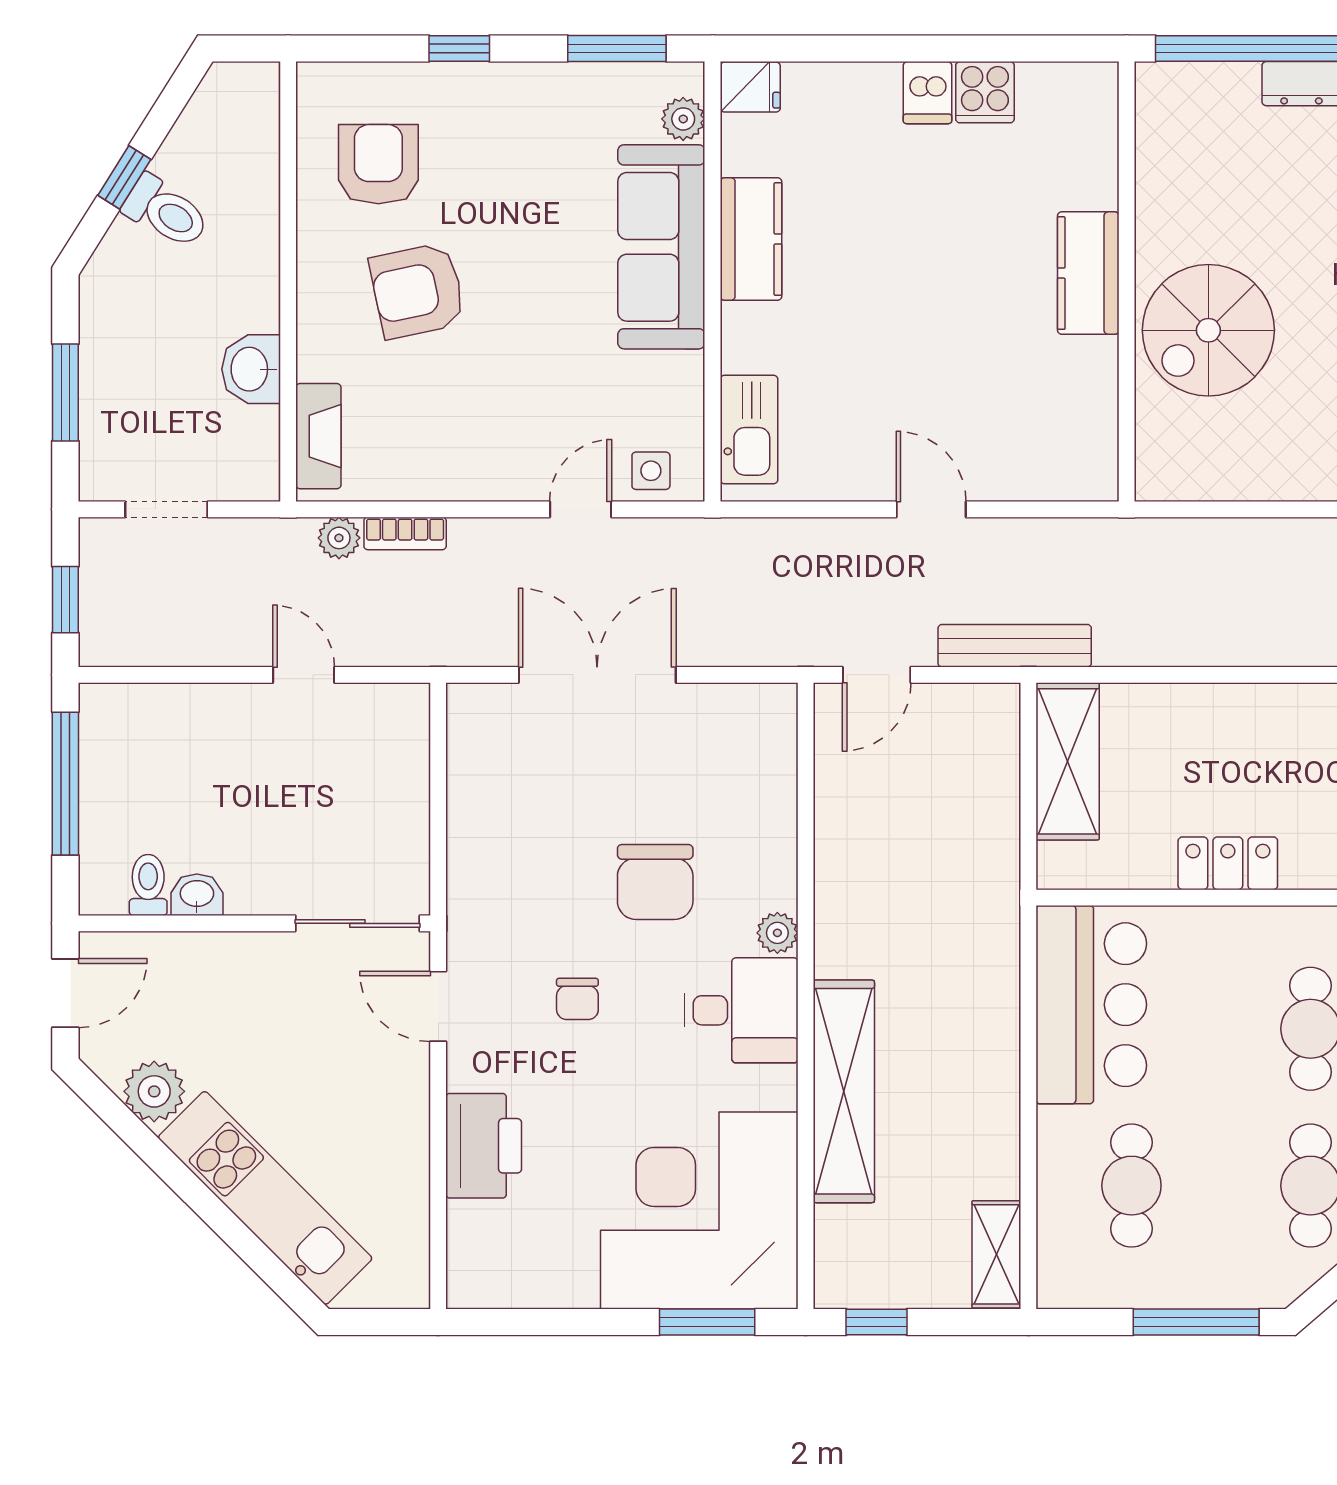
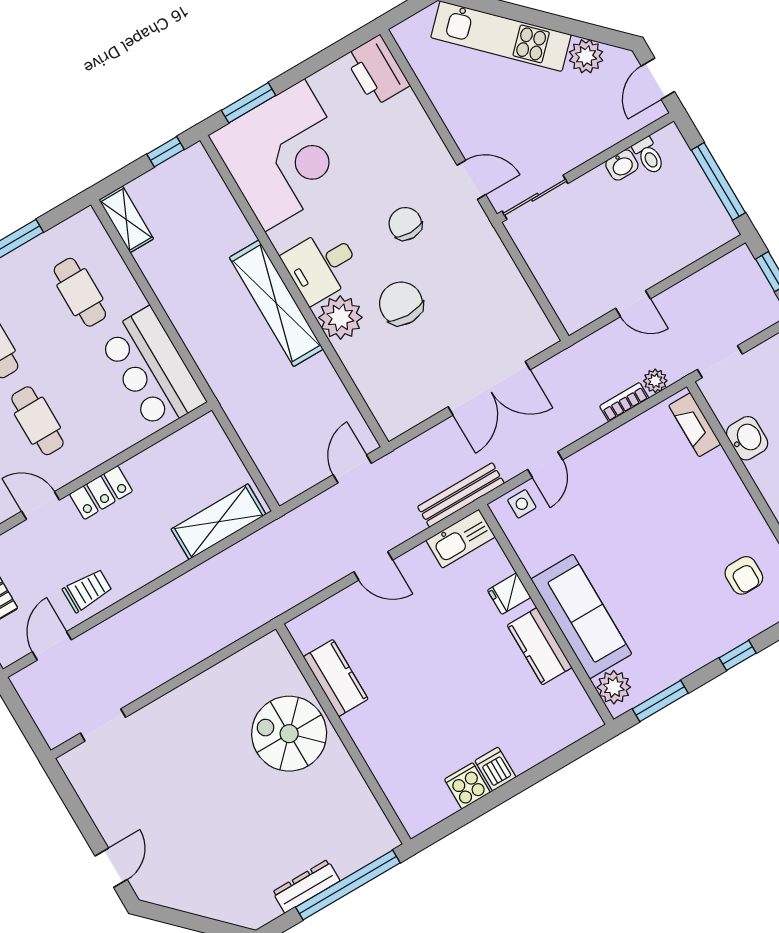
fridge: (750, 87) -> (509, 594), moved
plant: (683, 119) -> (614, 687), width x1.38, depth x1.38
armchair: (378, 164) -> (744, 575), width x0.72, depth x0.72
kitchen counter: (1088, 273) -> (336, 678), moved
armchair: (418, 291) -> (688, 525), removed
spiral stairs: (1208, 330) -> (289, 734), turned -90
kitchen sink: (749, 430) -> (461, 539), moved, turned -90
doorway: (166, 509) -> (720, 362), moved
bench: (1015, 646) -> (461, 495), moved
shelving: (1068, 761) -> (219, 522), moved, turned 90
locker: (1228, 863) -> (101, 493), moved
plant: (777, 933) -> (340, 317), width x1.88, depth x1.88
chair: (577, 999) -> (405, 224), width x1.37, depth x1.37
shelving: (844, 1091) -> (276, 303), moved
printer: (484, 1146) -> (377, 71), moved

